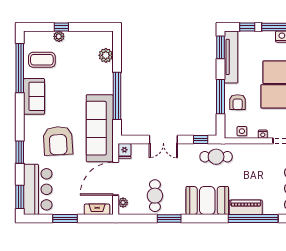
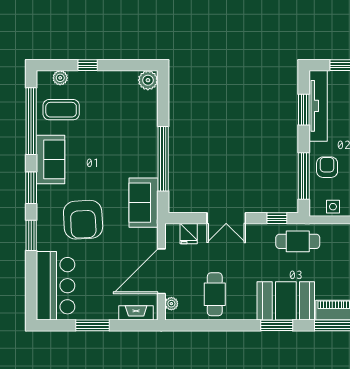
plant: (59, 36) -> (60, 78), moved
window: (220, 47) -> (304, 110), moved
plant: (106, 55) -> (148, 80), moved
window: (220, 97) -> (304, 176), moved
armchair: (238, 102) -> (327, 167), turned 180
sofa: (100, 128) -> (143, 203), width x0.54, depth x0.79
fridge: (124, 151) -> (189, 234), moved
window: (20, 197) -> (31, 188), moved
window: (169, 219) -> (277, 325), moved

